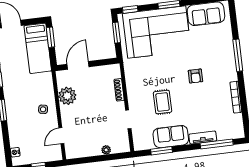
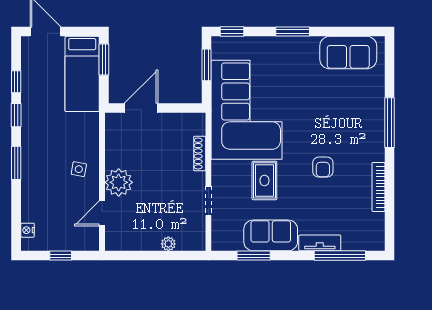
corner sofa: (157, 32) -> (246, 110), moved, turned -90
armchair: (195, 76) -> (323, 167), moved
plant: (67, 96) -> (119, 182), moved

